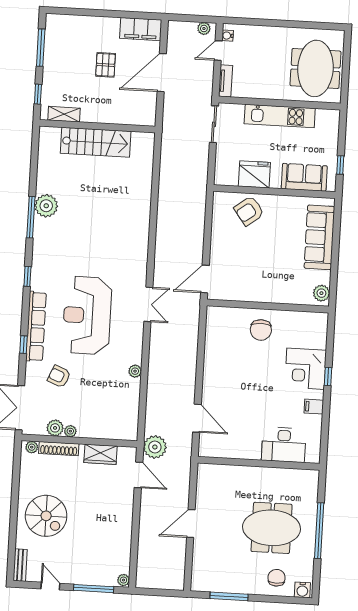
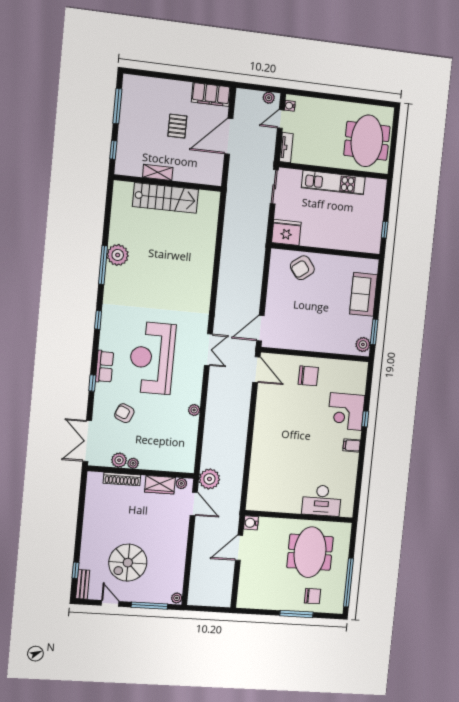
shelving: (64, 114) -> (158, 172), moved
fridge: (254, 174) -> (286, 232), moved
sofa: (304, 177) -> (352, 239), removed
sofa: (319, 237) -> (363, 294), width x0.73
window: (334, 279) -> (374, 332), added
row of seats: (36, 326) -> (104, 367), width x0.50
chair: (261, 330) -> (308, 376), turned -90
door: (197, 418) -> (256, 370), moved
desk: (284, 445) -> (322, 500), moved
plant: (32, 447) -> (181, 483), moved
wall: (259, 463) -> (299, 517), moved
spiral stairs: (46, 516) -> (128, 563), moved, turned 90
meeting table: (272, 528) -> (310, 552), turned 90
window: (319, 531) -> (348, 583), moved
window: (12, 549) -> (75, 570), added
chair: (277, 578) -> (312, 596), turned 90
water cooler: (302, 590) -> (251, 523), moved, turned 90
window: (229, 596) -> (296, 614), moved

